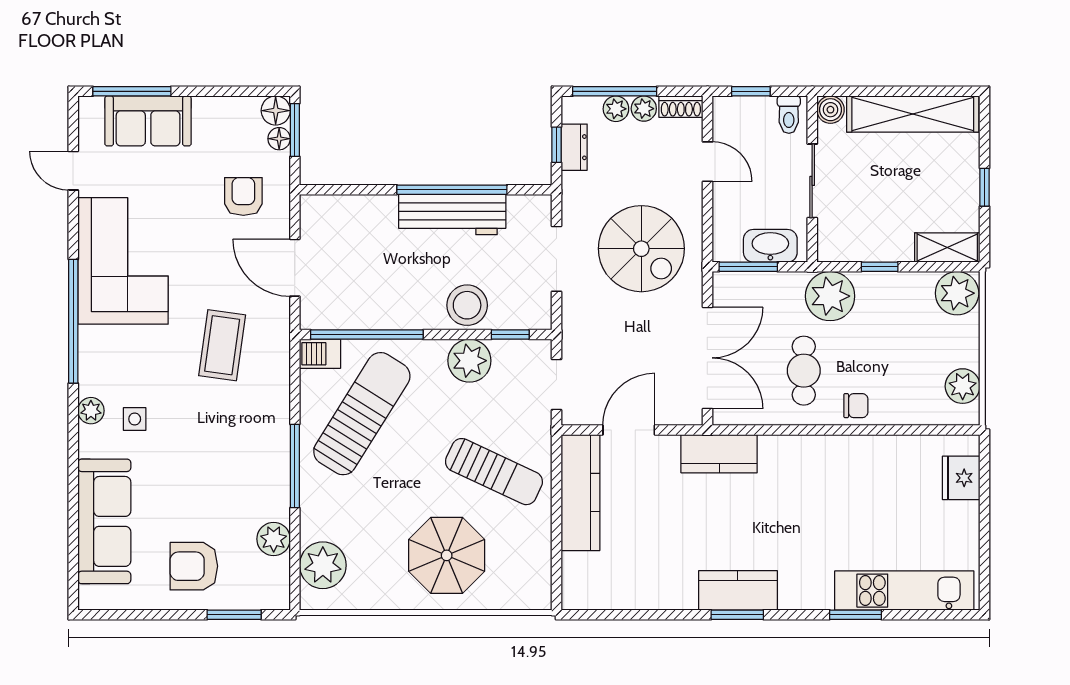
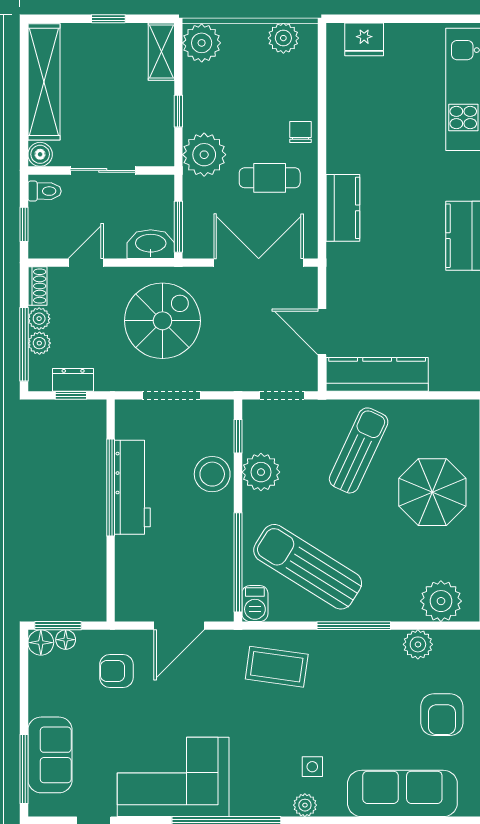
washbasin: (770, 246) -> (151, 244), moved, turned 90
coffee table: (222, 345) -> (277, 667), moved
kitchen counter: (719, 454) -> (343, 208), moved

